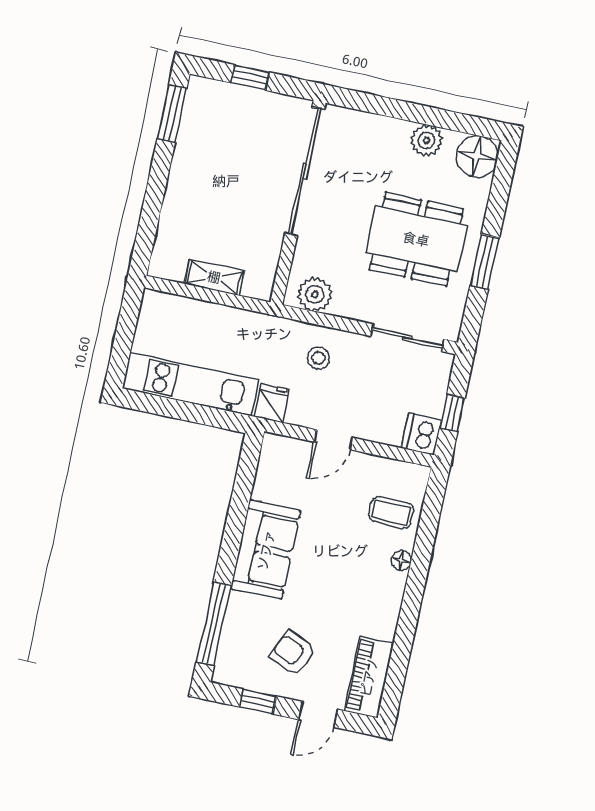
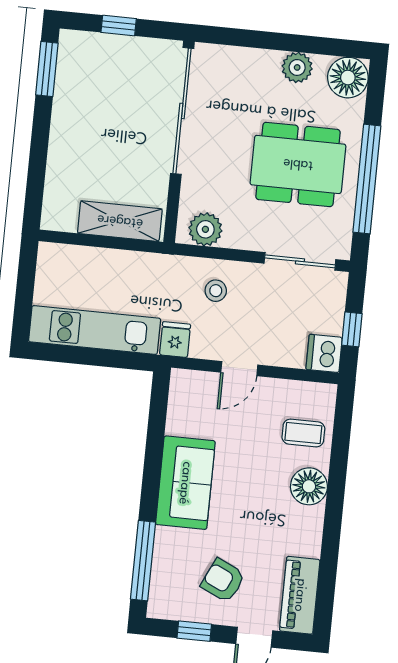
window: (485, 262) -> (367, 179), width x2.11
shelving: (214, 277) -> (120, 221), width x1.50, depth x1.33
floor lamp: (401, 561) -> (309, 486), width x1.89, depth x1.89

